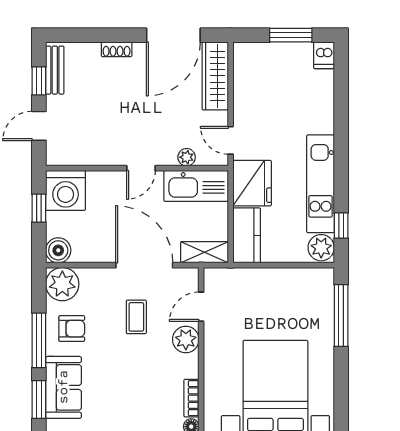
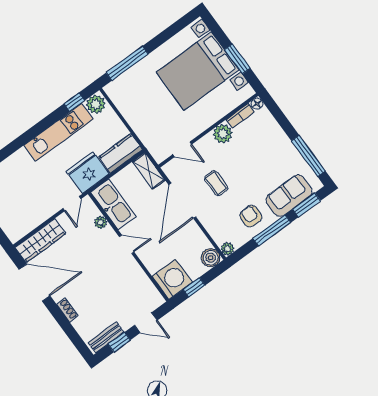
plant: (62, 284) -> (227, 249), width x0.53, depth x0.53
coffee table: (136, 317) -> (216, 183), turned 90
plant: (186, 339) -> (223, 134), moved

